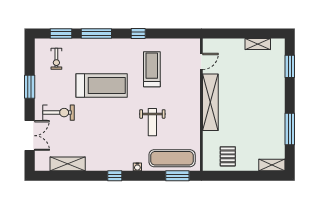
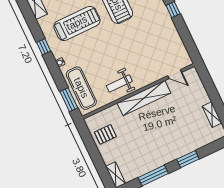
window: (290, 66) -> (188, 159), moved
treadmill: (152, 69) -> (77, 23), moved, width x1.37, depth x1.38
weight bench: (152, 122) -> (119, 83), moved

